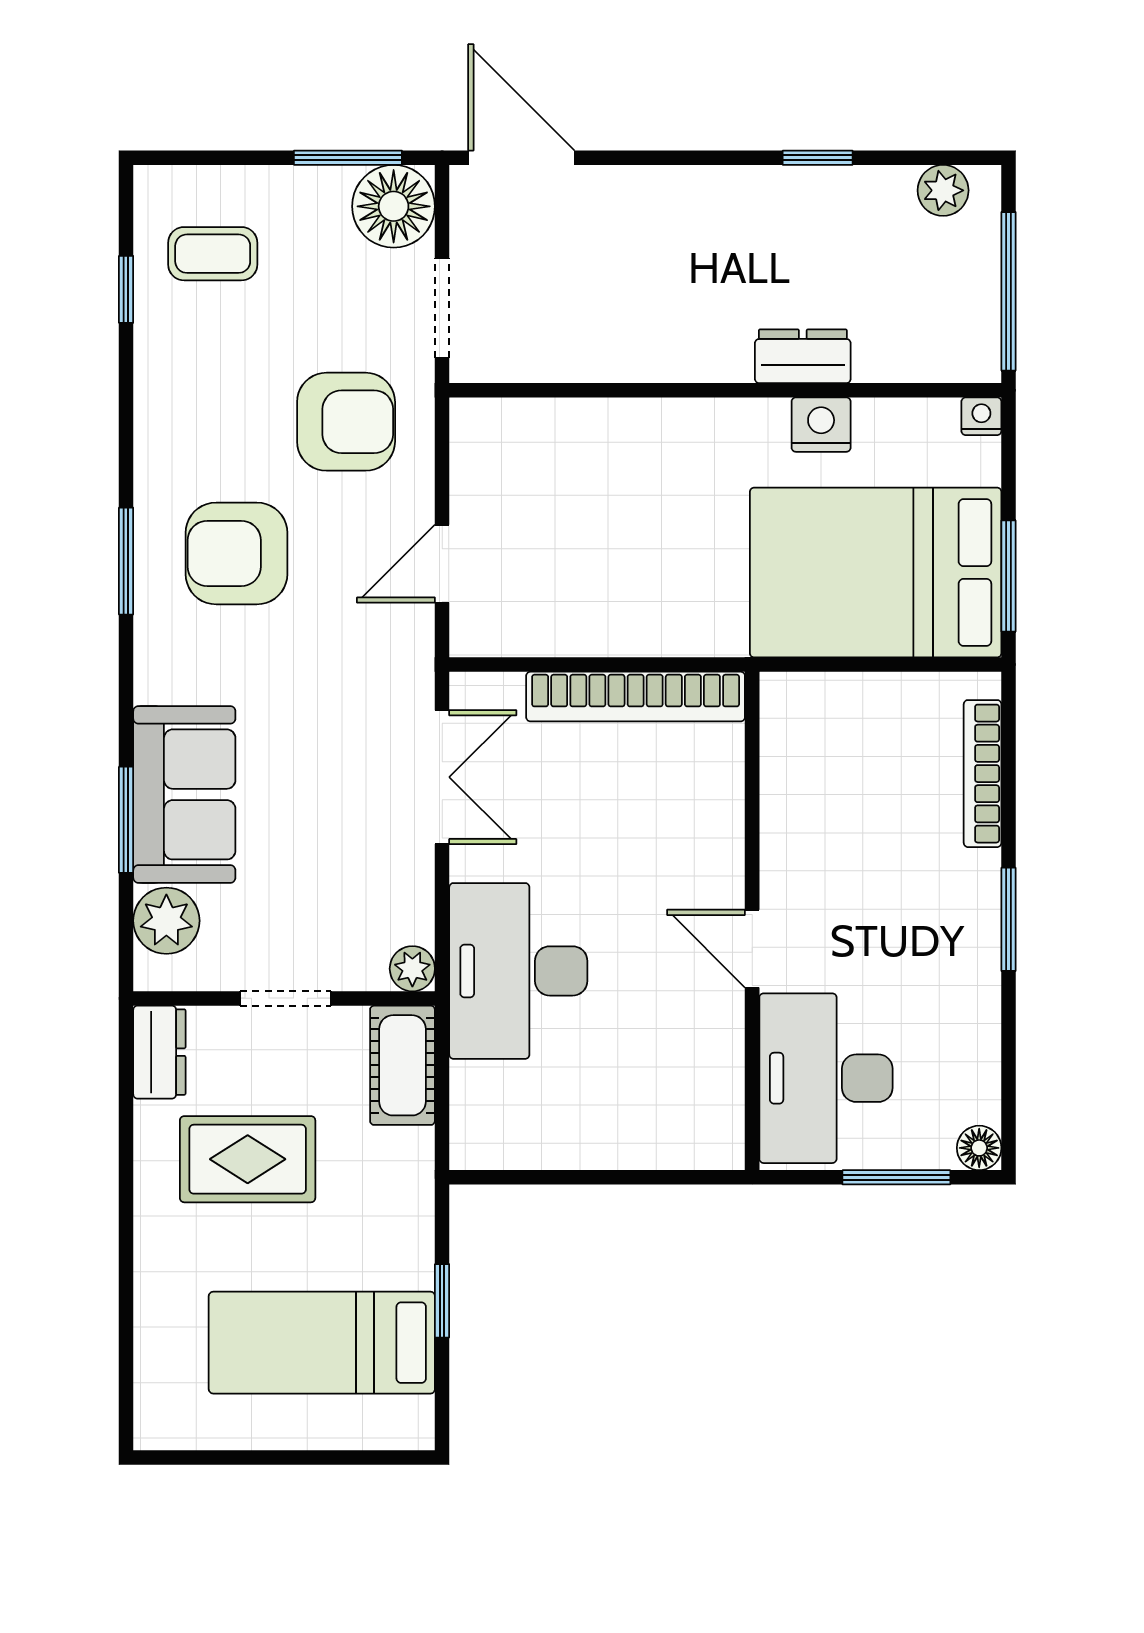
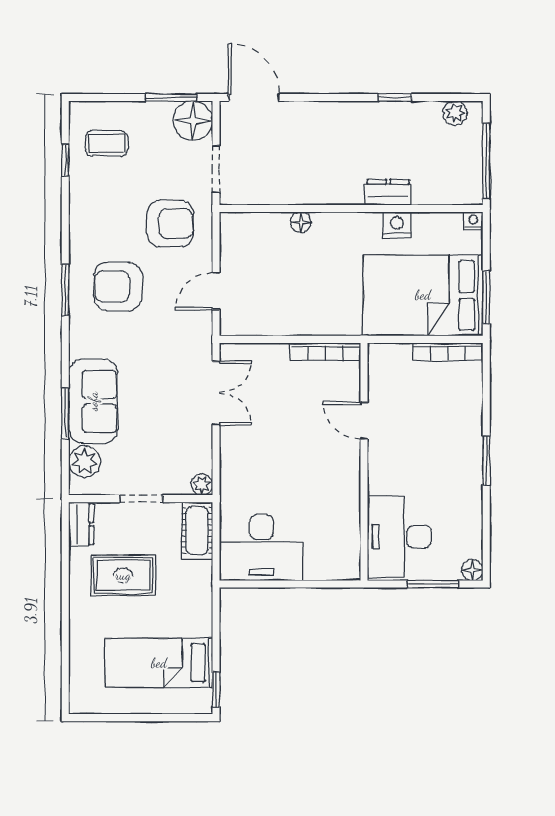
floor lamp: (620, 419) -> (301, 222), added
bookcase: (636, 697) -> (325, 352), width x0.68, depth x0.76
bookcase: (983, 774) -> (448, 352), moved, turned -90
door: (752, 949) -> (364, 421), moved
desk: (518, 971) -> (261, 548), moved, turned -90
window: (442, 1301) -> (216, 690), moved

